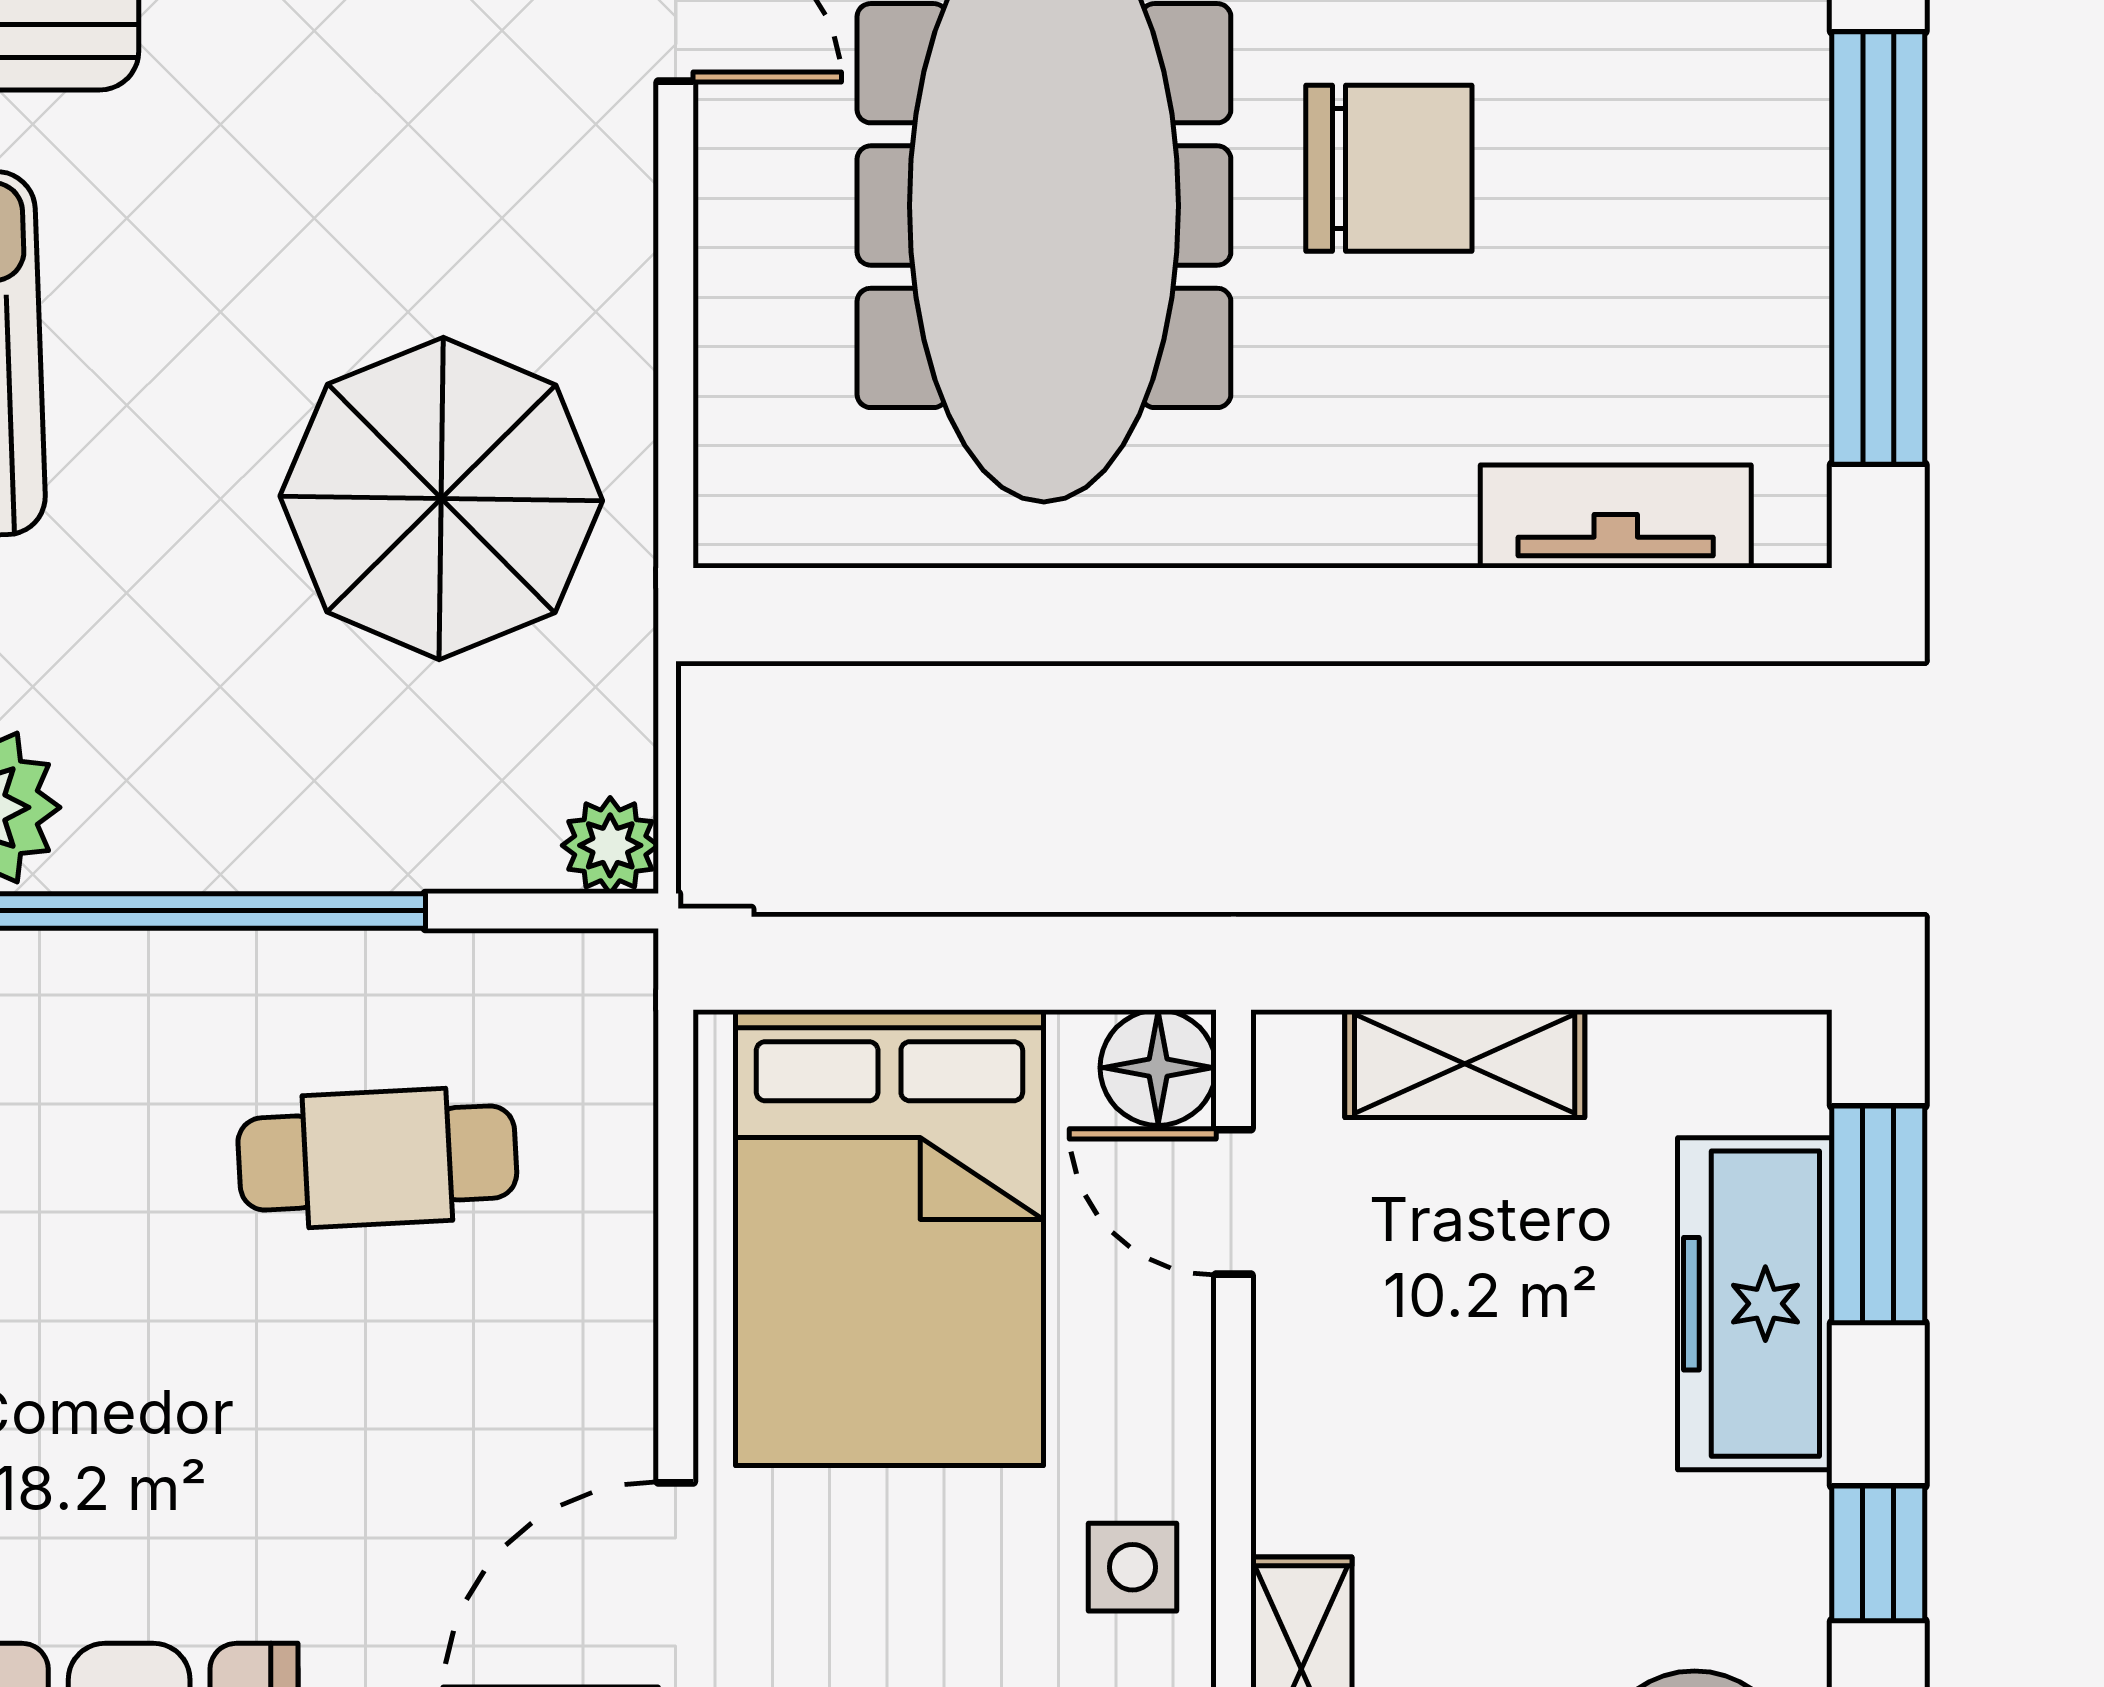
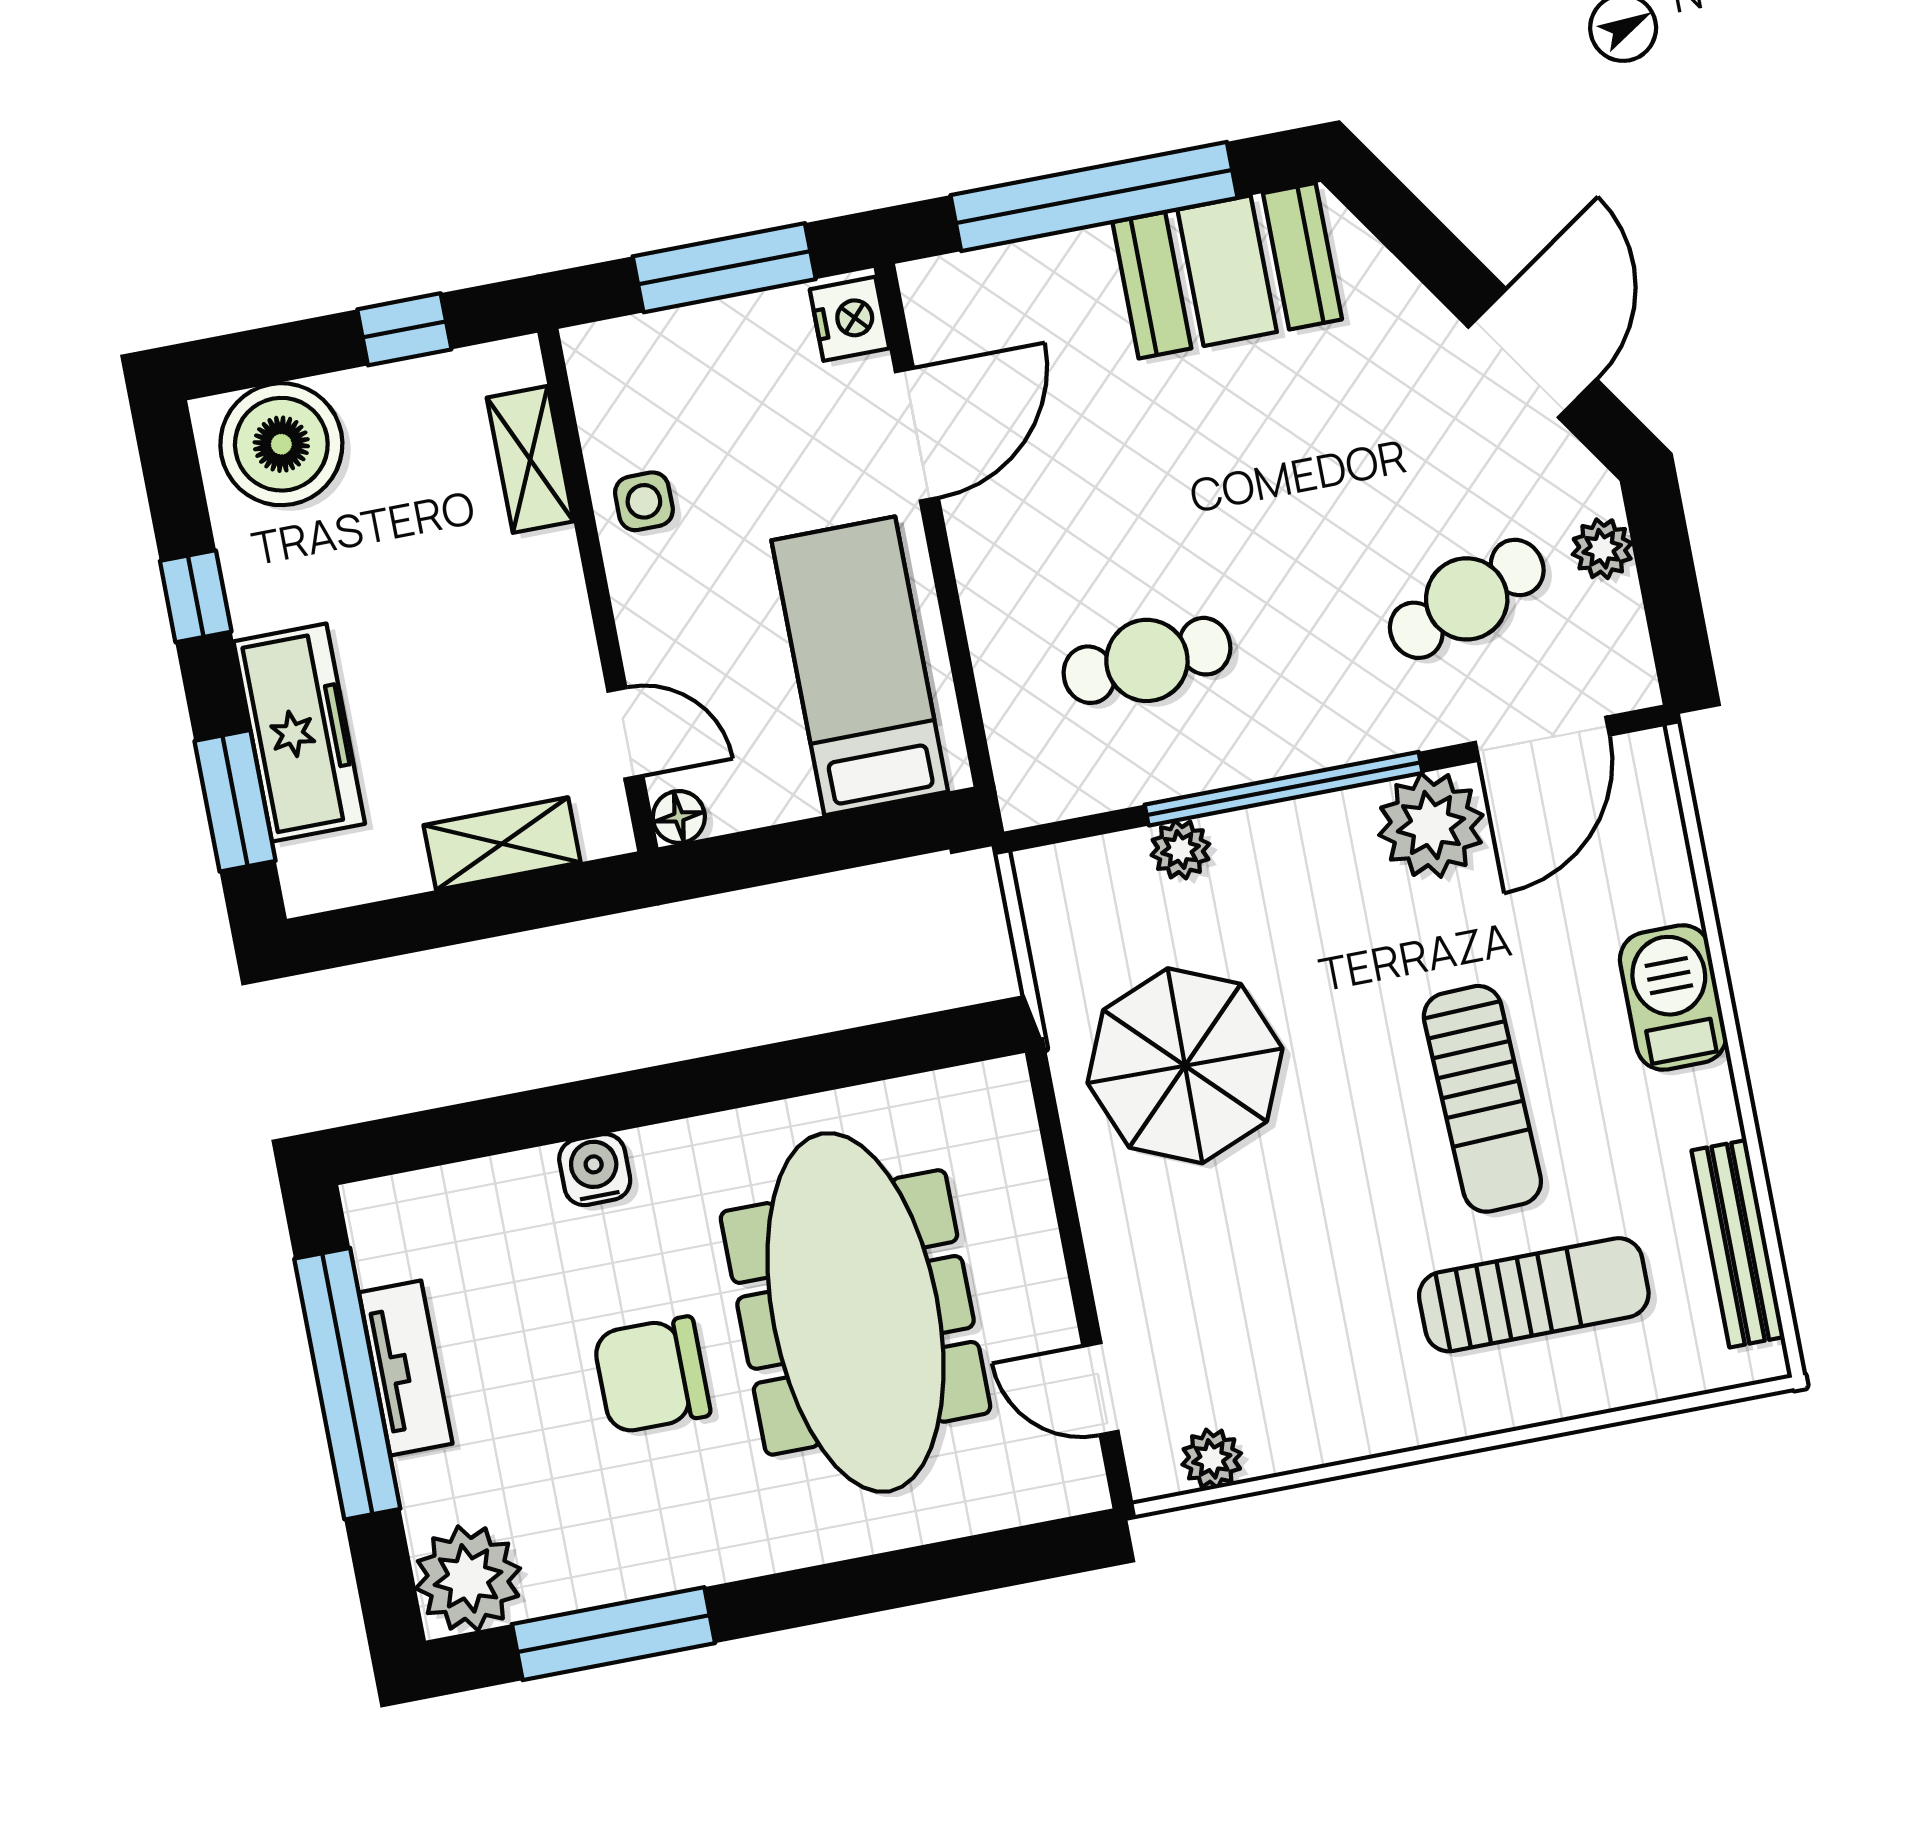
water cooler: (1417, 514) -> (595, 1170), added
tv unit: (1616, 517) -> (406, 1368), moved, turned -90
plant: (610, 845) -> (1180, 850), moved
floor lamp: (1158, 1068) -> (679, 817), width x0.73, depth x0.73
bed: (889, 1238) -> (860, 666), width x0.67

